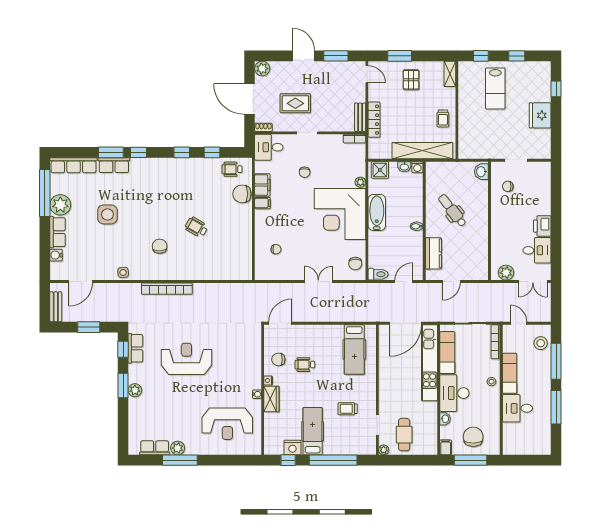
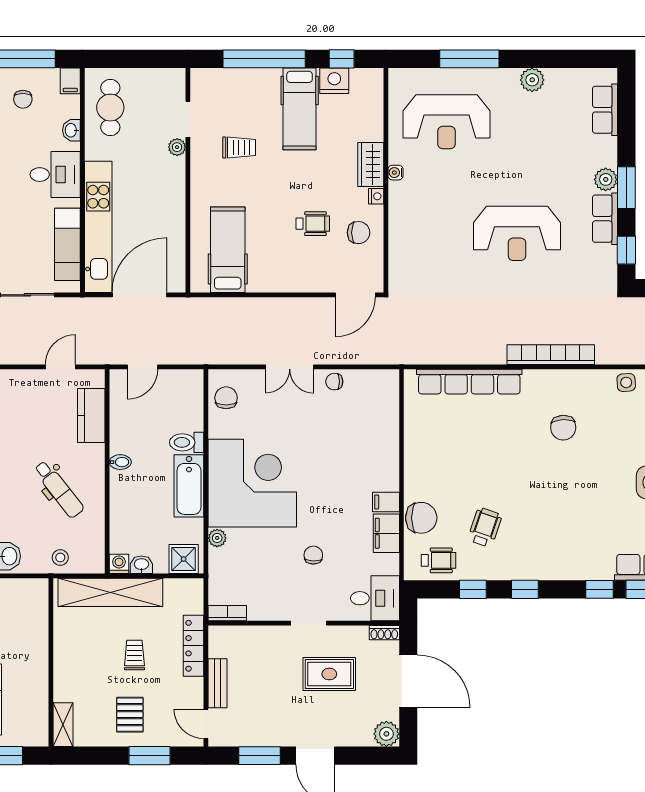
bench: (360, 117) -> (218, 683), moved
trolley: (443, 118) -> (134, 655), moved
stool: (451, 171) -> (60, 557), added
wheelchair: (196, 227) -> (485, 527), moved, turned -101
chair: (276, 249) -> (334, 382), moved
row of seats: (214, 273) -> (469, 382), added
toilet: (378, 274) -> (187, 442), moved
row of seats: (135, 348) -> (605, 219), moved
desk: (454, 393) -> (55, 175), width x0.73
reception desk: (227, 424) -> (447, 122), turned 180
cafe table: (404, 435) -> (110, 108), moved
chair: (473, 437) -> (23, 99), width x0.54, depth x0.54
row of seats: (155, 448) -> (605, 110), moved, turned 90
plant: (384, 450) -> (177, 147), moved
window: (180, 460) -> (469, 59), moved

